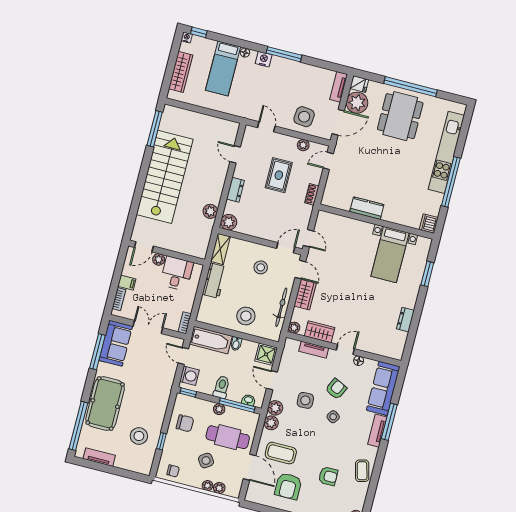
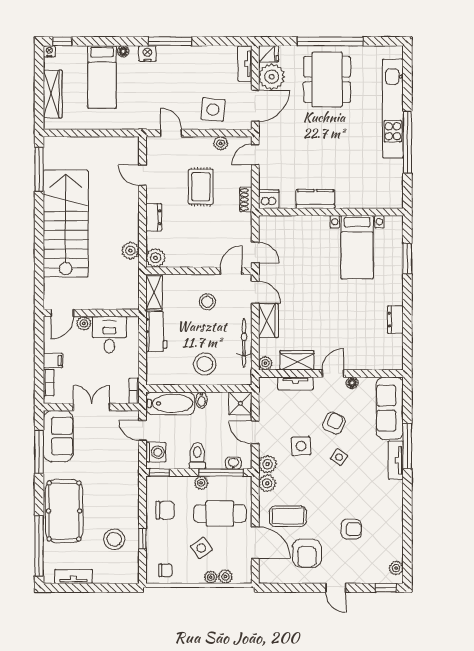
dishwasher: (429, 223) -> (269, 199), moved, turned 90
coffee table: (362, 471) -> (390, 512), removed

